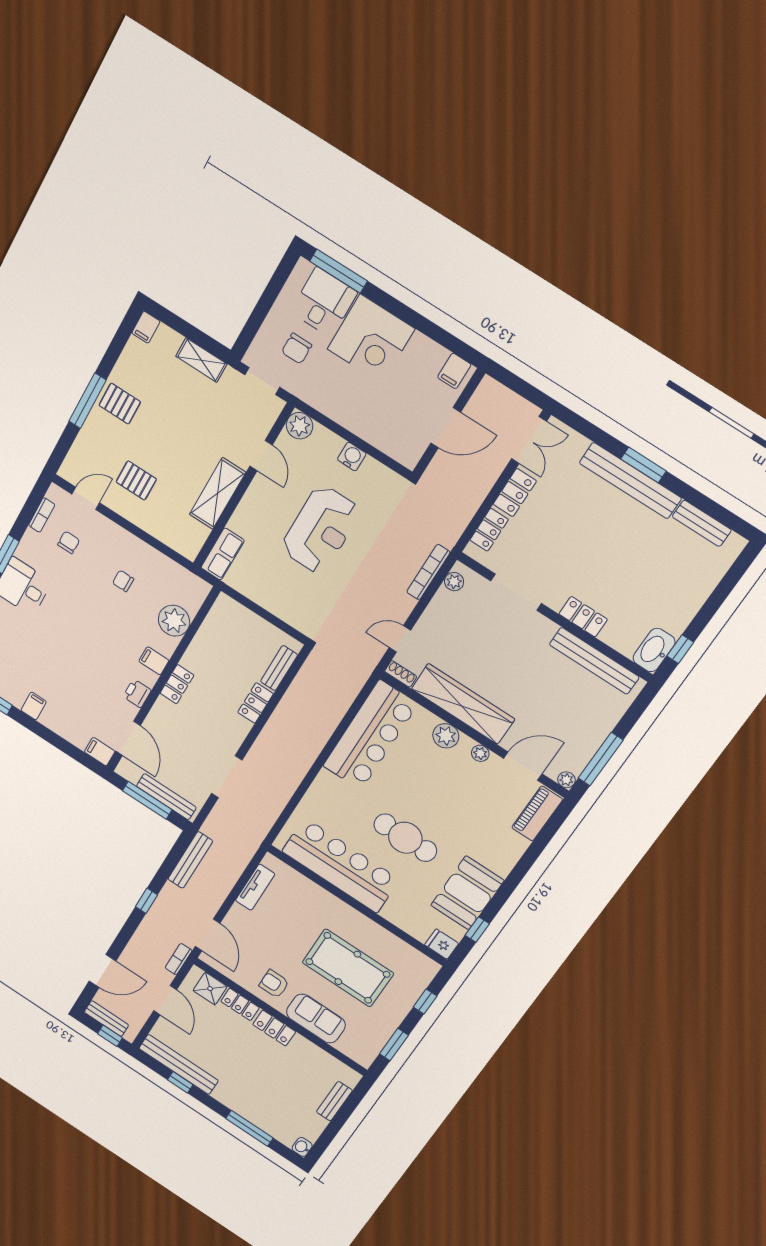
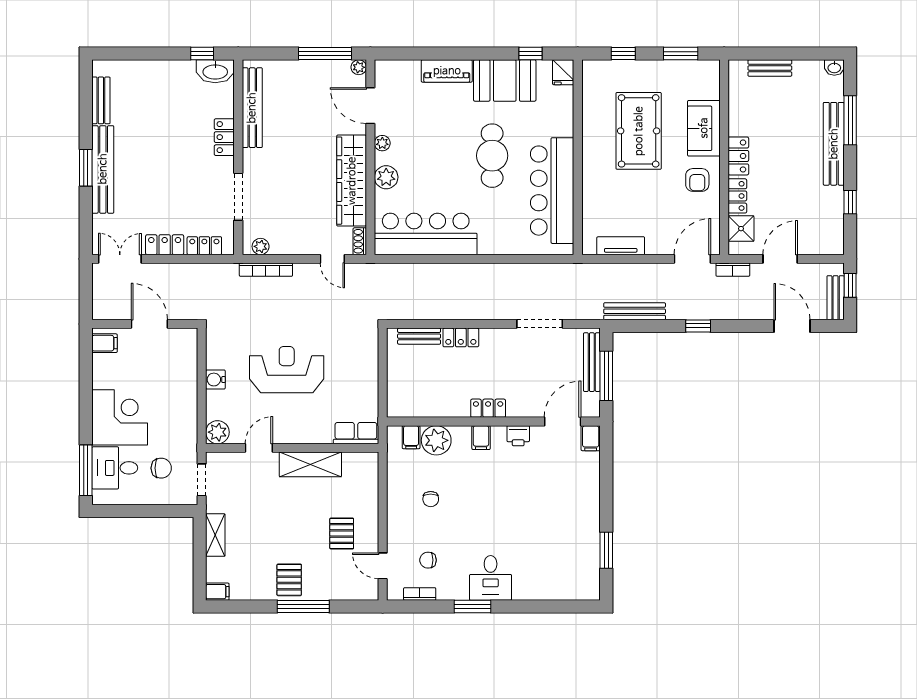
filing cabinet: (34, 706) -> (411, 437), moved, turned -90
piano: (537, 813) -> (447, 71), moved
bench: (179, 1064) -> (834, 144), moved

